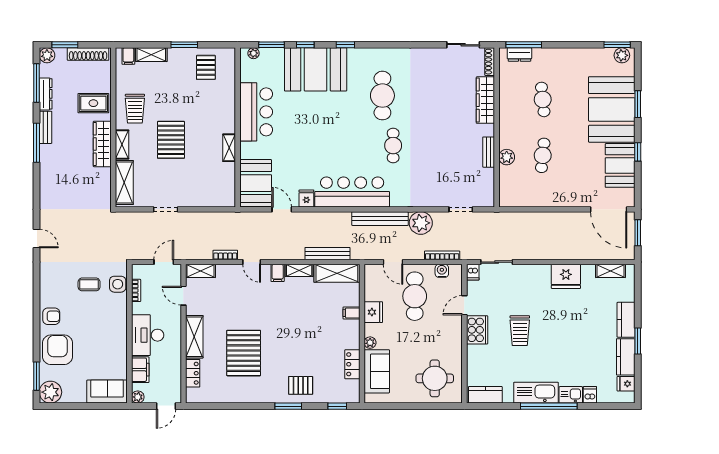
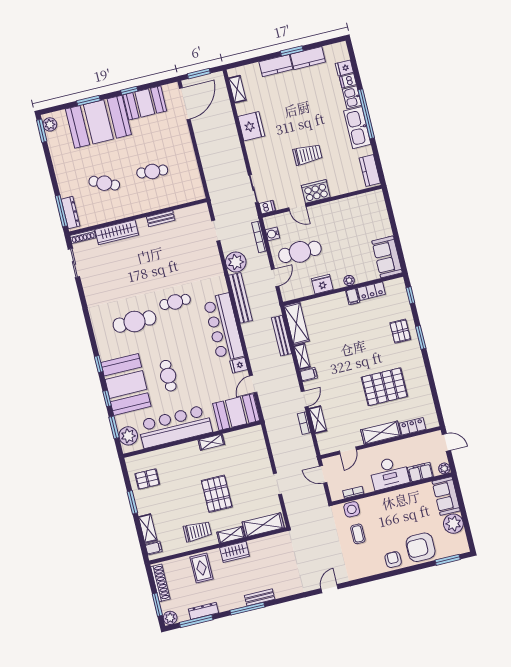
plant: (253, 53) -> (128, 436), width x1.88, depth x1.88
dresser: (519, 54) -> (71, 213), width x1.44
cafe table: (543, 99) -> (104, 183), turned 30
bar counter: (256, 112) -> (175, 427), width x1.36
cafe table: (314, 118) -> (168, 376), added
bench: (46, 127) -> (260, 597), moved
pallet: (171, 140) -> (217, 494), turned 90
wardrobe: (102, 144) -> (235, 552), width x0.67
plant: (507, 157) -> (161, 202), removed
shelving: (200, 271) -> (318, 420), moved
filing cabinet: (351, 313) -> (353, 296), moved
sofa: (377, 371) -> (387, 257), moved, turned -90
round table: (435, 378) -> (366, 218), removed
fridge: (626, 384) -> (344, 68), moved, turned 90
plant: (50, 392) -> (453, 524), moved

